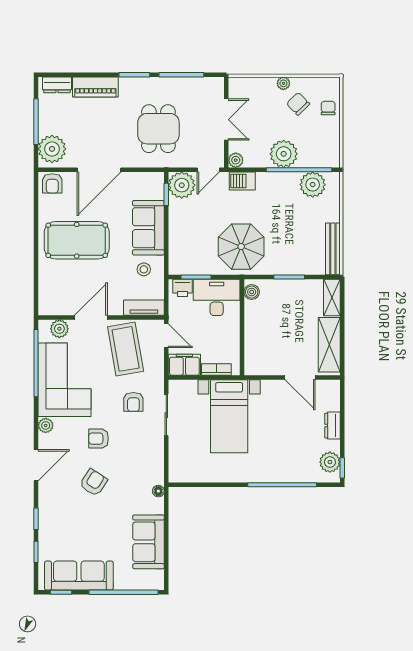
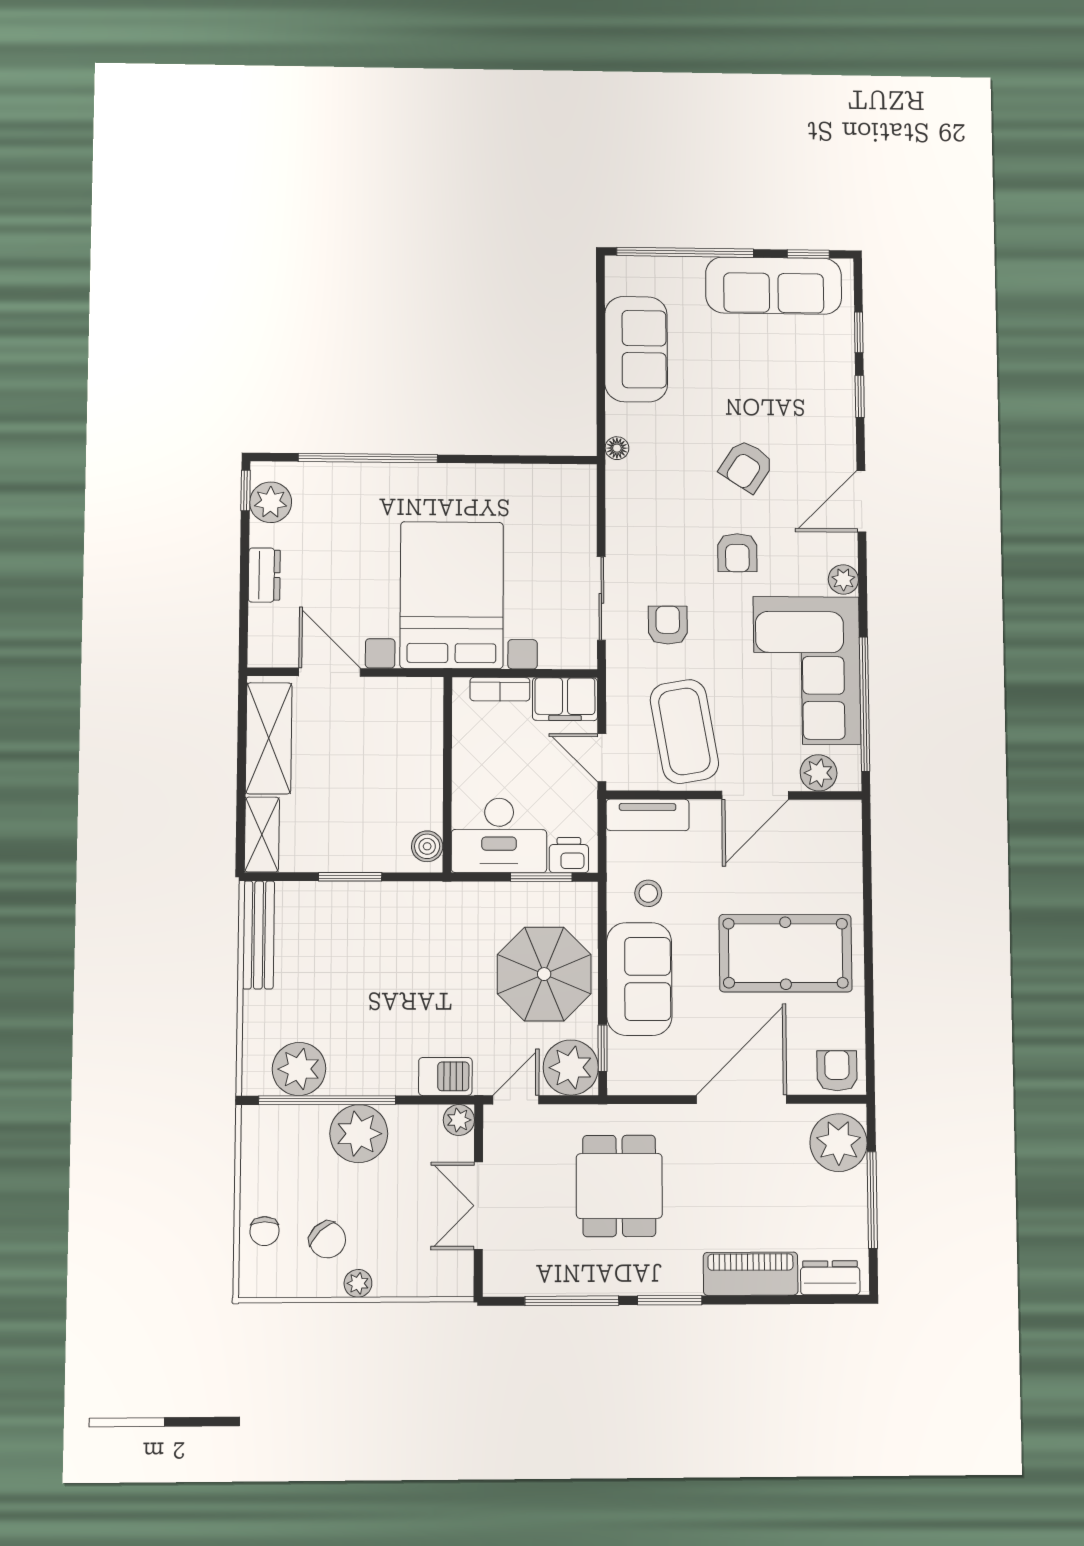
parasol: (241, 247) -> (544, 974), moved
bed with nightstands: (229, 416) -> (452, 595), width x1.36
armchair: (99, 439) -> (737, 553), turned 90

